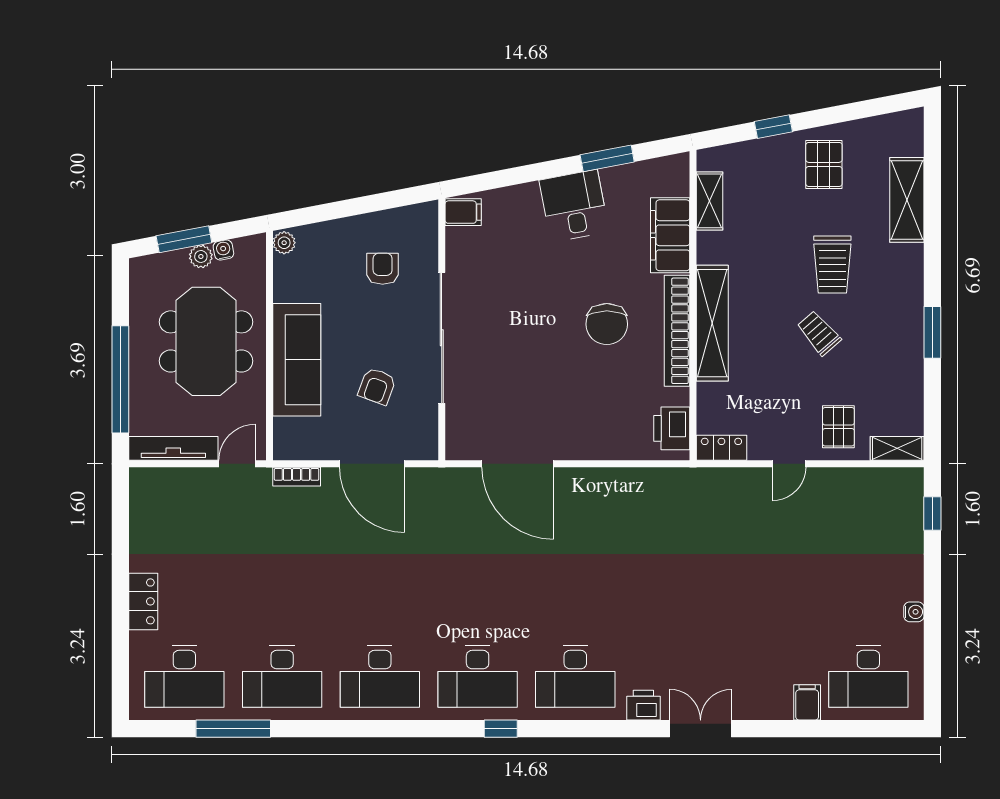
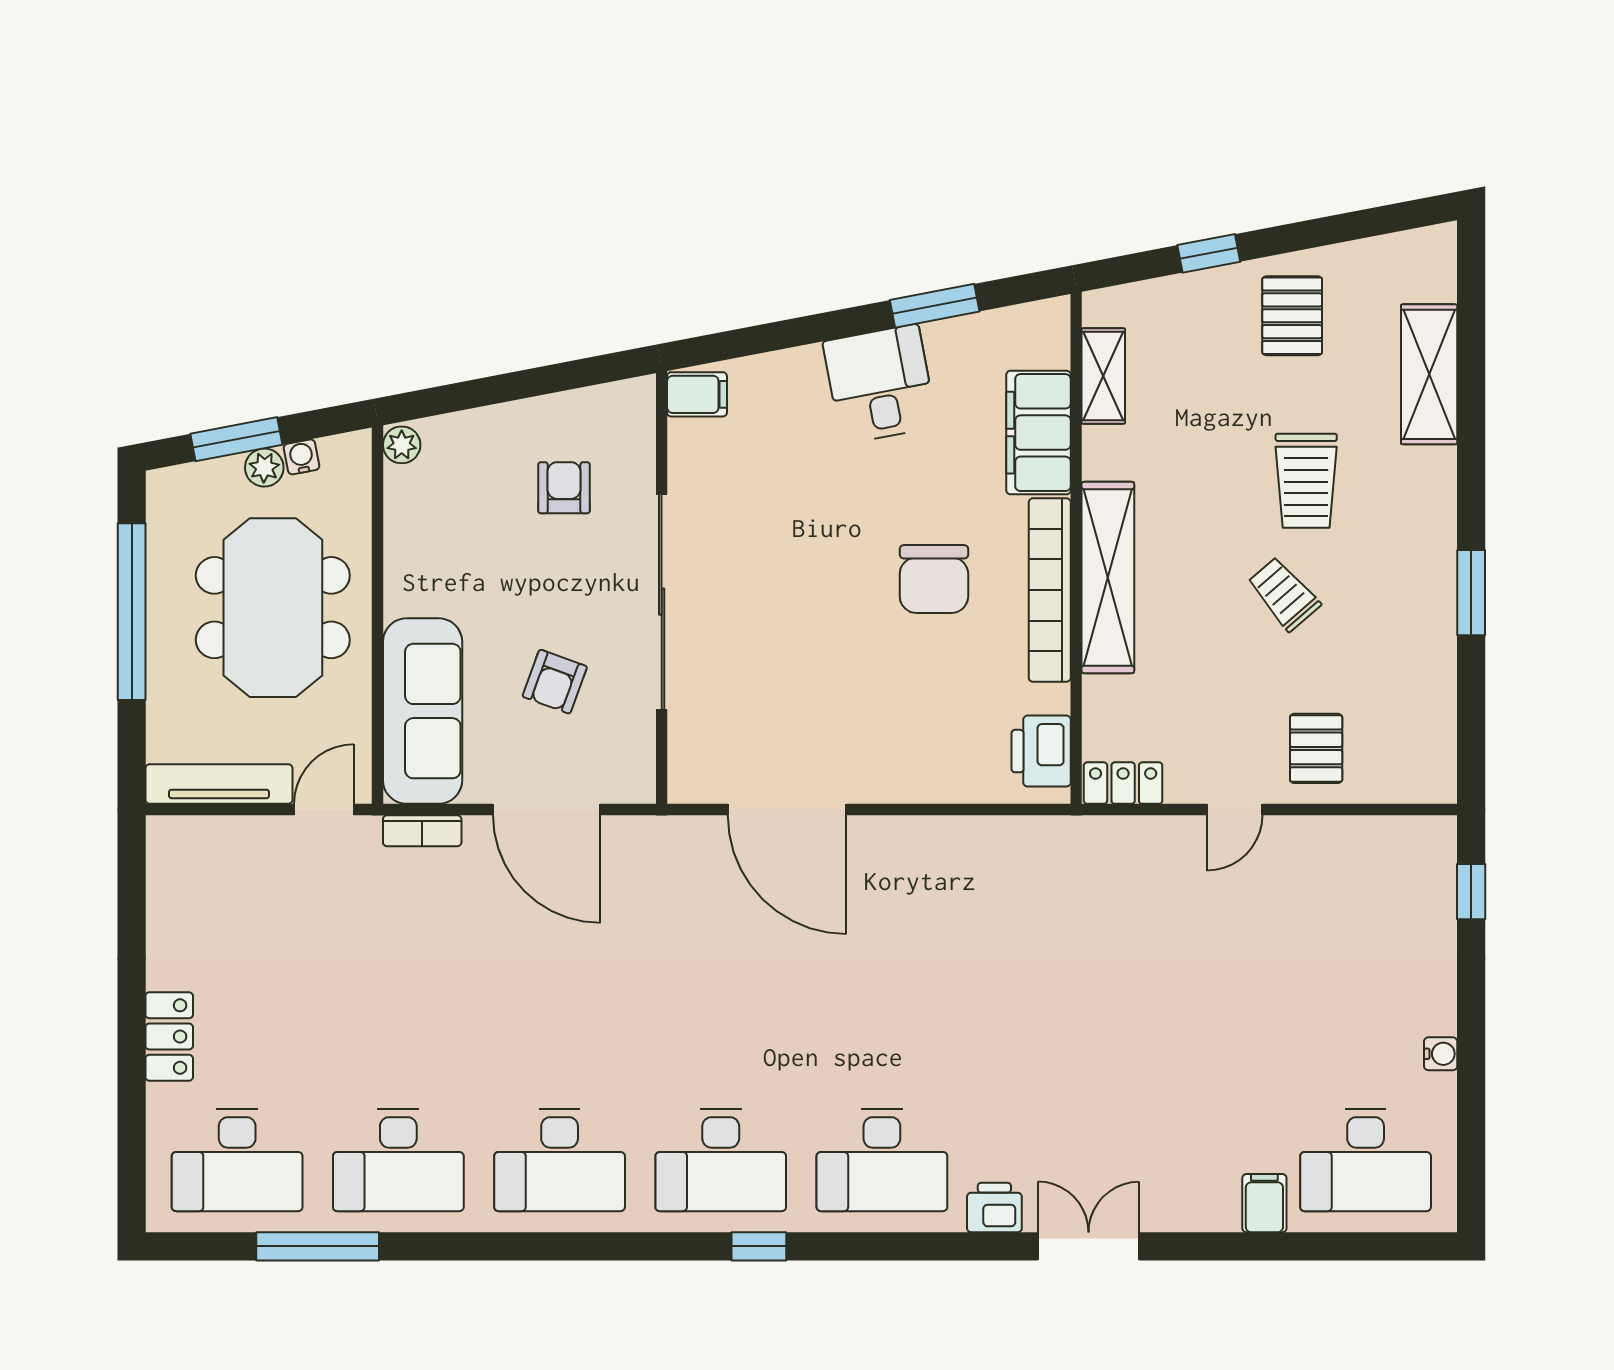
sofa: (297, 360) -> (423, 711), moved
window: (120, 379) -> (132, 612), moved
shelving: (897, 448) -> (1413, 784), removed

